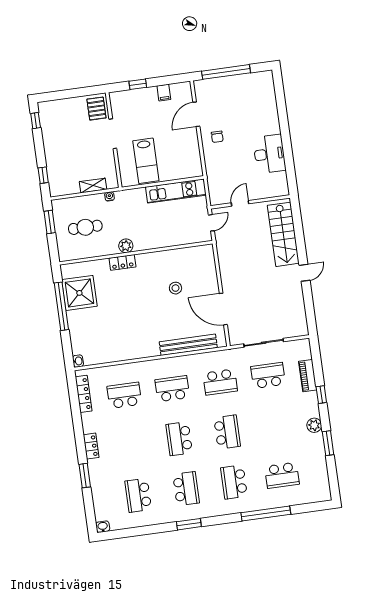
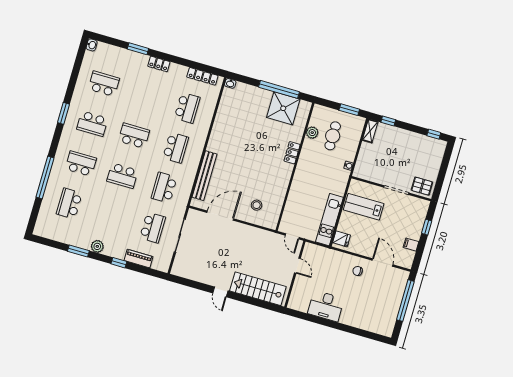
fridge: (191, 169) -> (342, 239), added
shelving: (93, 186) -> (370, 131), moved
plant: (126, 246) -> (312, 133), moved
stool: (175, 288) -> (257, 205), moved

